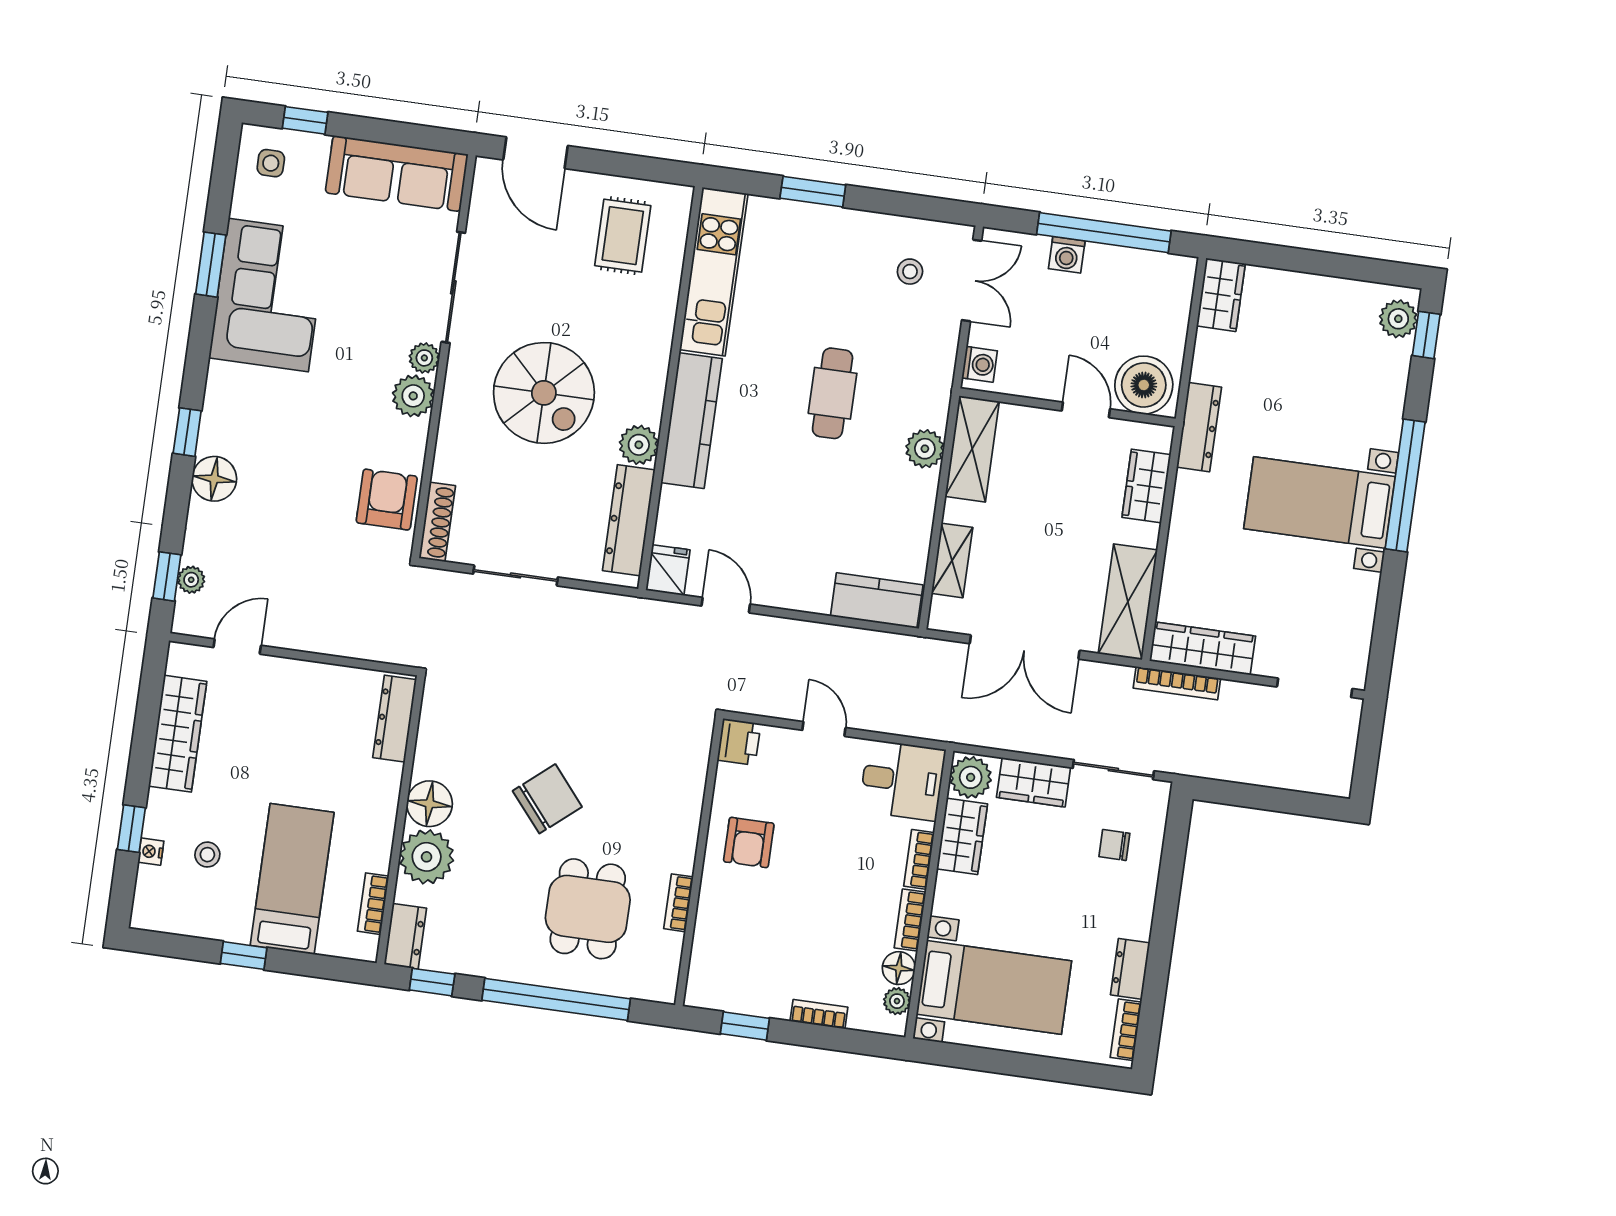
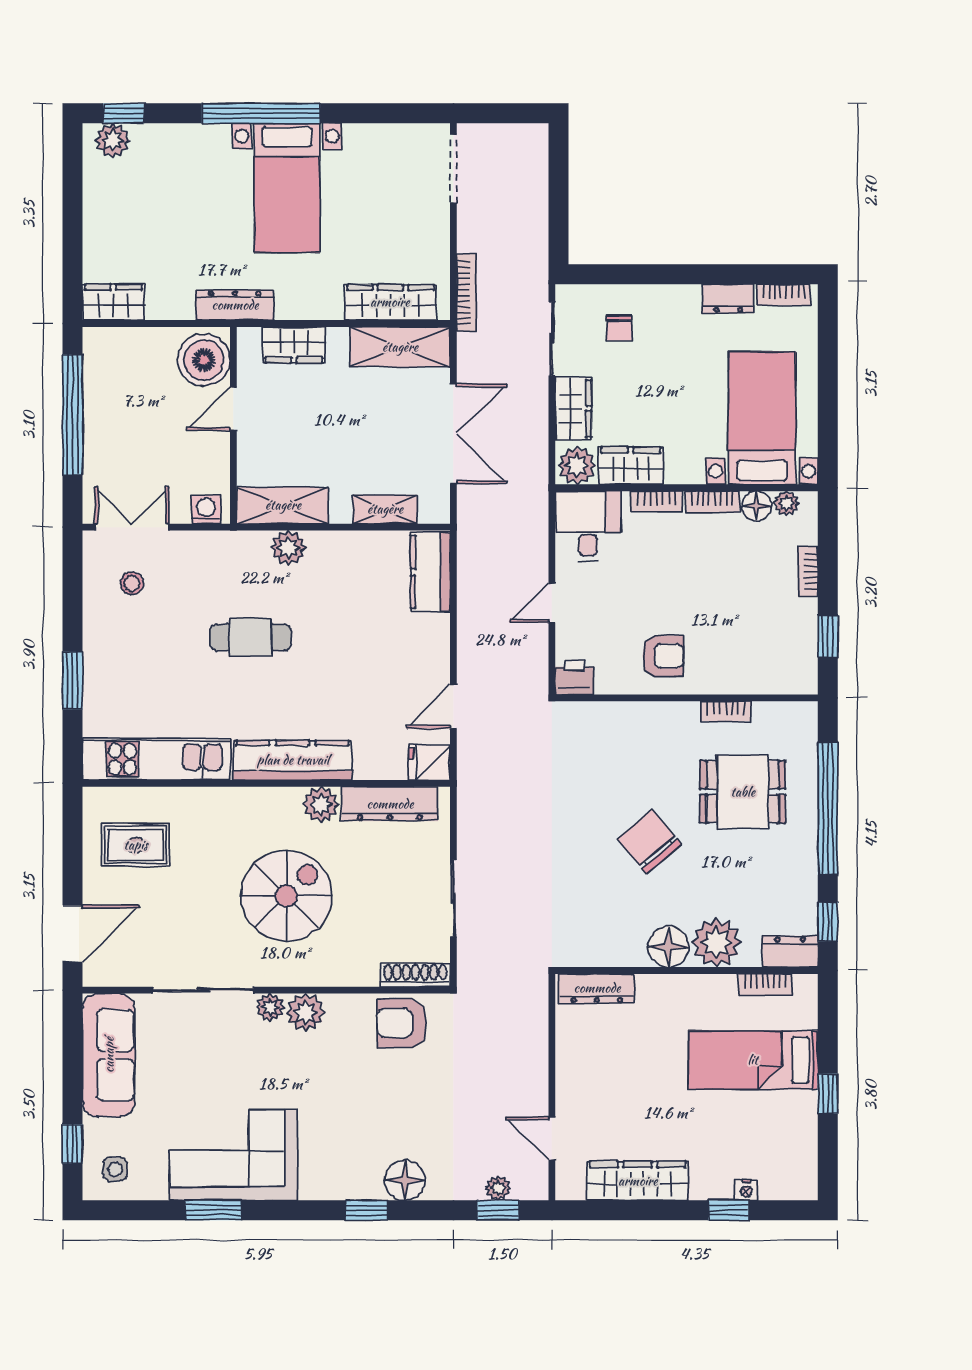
washing machine: (1067, 255) -> (97, 445), removed
wardrobe: (1202, 648) -> (390, 302), moved, turned 90
stool: (207, 855) -> (742, 1139), removed

